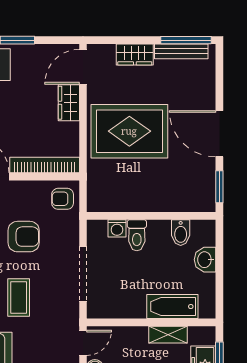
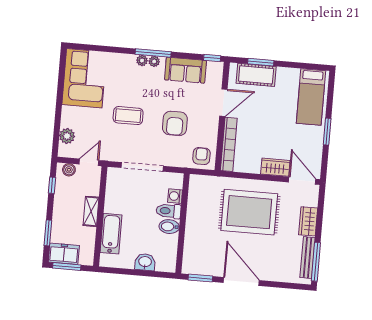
rug: (129, 131) -> (249, 212), turned 90
door: (219, 134) -> (241, 281), hinge flipped
bidet: (181, 233) -> (169, 227), moved
shelving: (168, 335) -> (91, 211), moved
door: (83, 343) -> (89, 162), swing flipped

